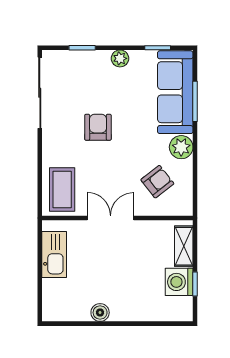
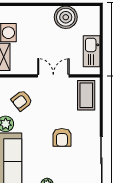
double door: (111, 218) -> (53, 76), swing flipped
boiler: (100, 313) -> (66, 17), width x1.86, depth x1.86

